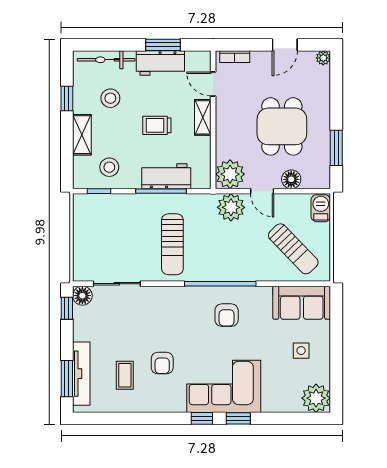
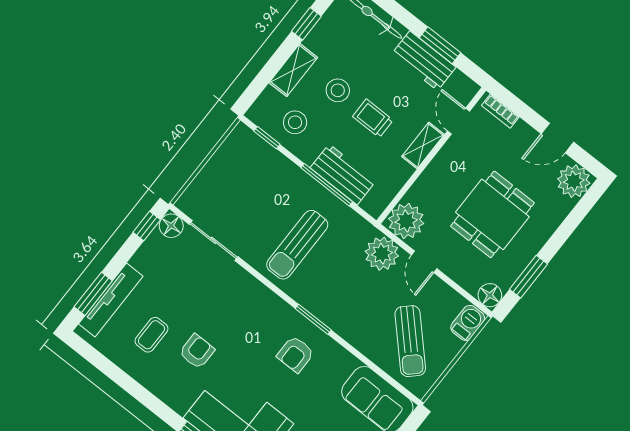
plant: (323, 58) -> (574, 181), width x1.88, depth x1.88
stool: (110, 98) -> (338, 90), moved
floor lamp: (291, 179) -> (490, 295), moved
window: (220, 284) -> (313, 319), width x0.47
armchair: (162, 363) -> (197, 351), turned 180

